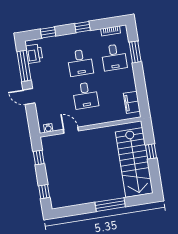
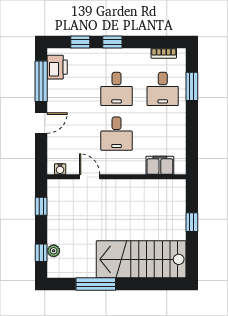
window: (82, 27) -> (112, 42), moved
door: (29, 96) -> (41, 123), swing flipped
filing cabinet: (132, 102) -> (160, 165), moved, turned 90
stairs: (134, 162) -> (141, 259), moved, turned 90
plant: (53, 189) -> (54, 251), added
window: (110, 205) -> (96, 284), moved

